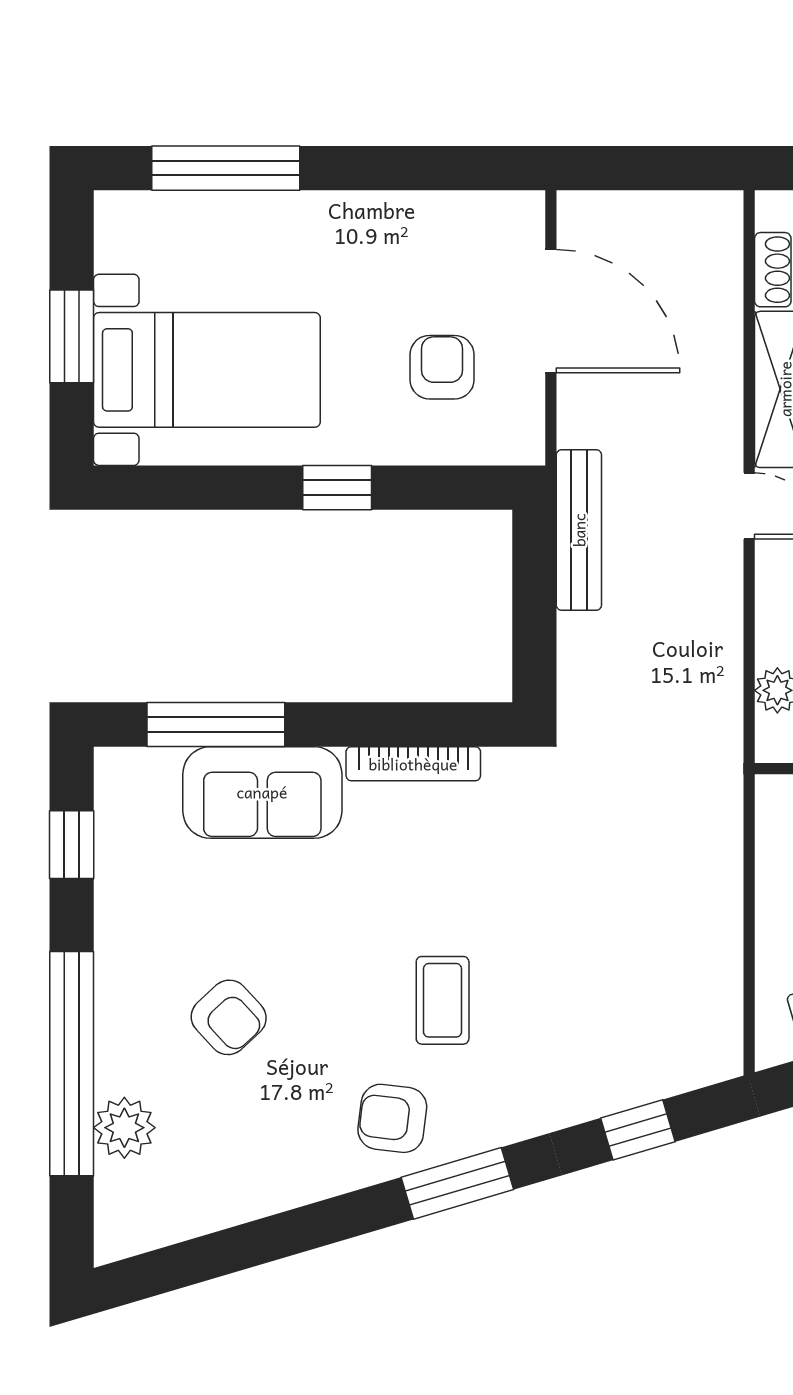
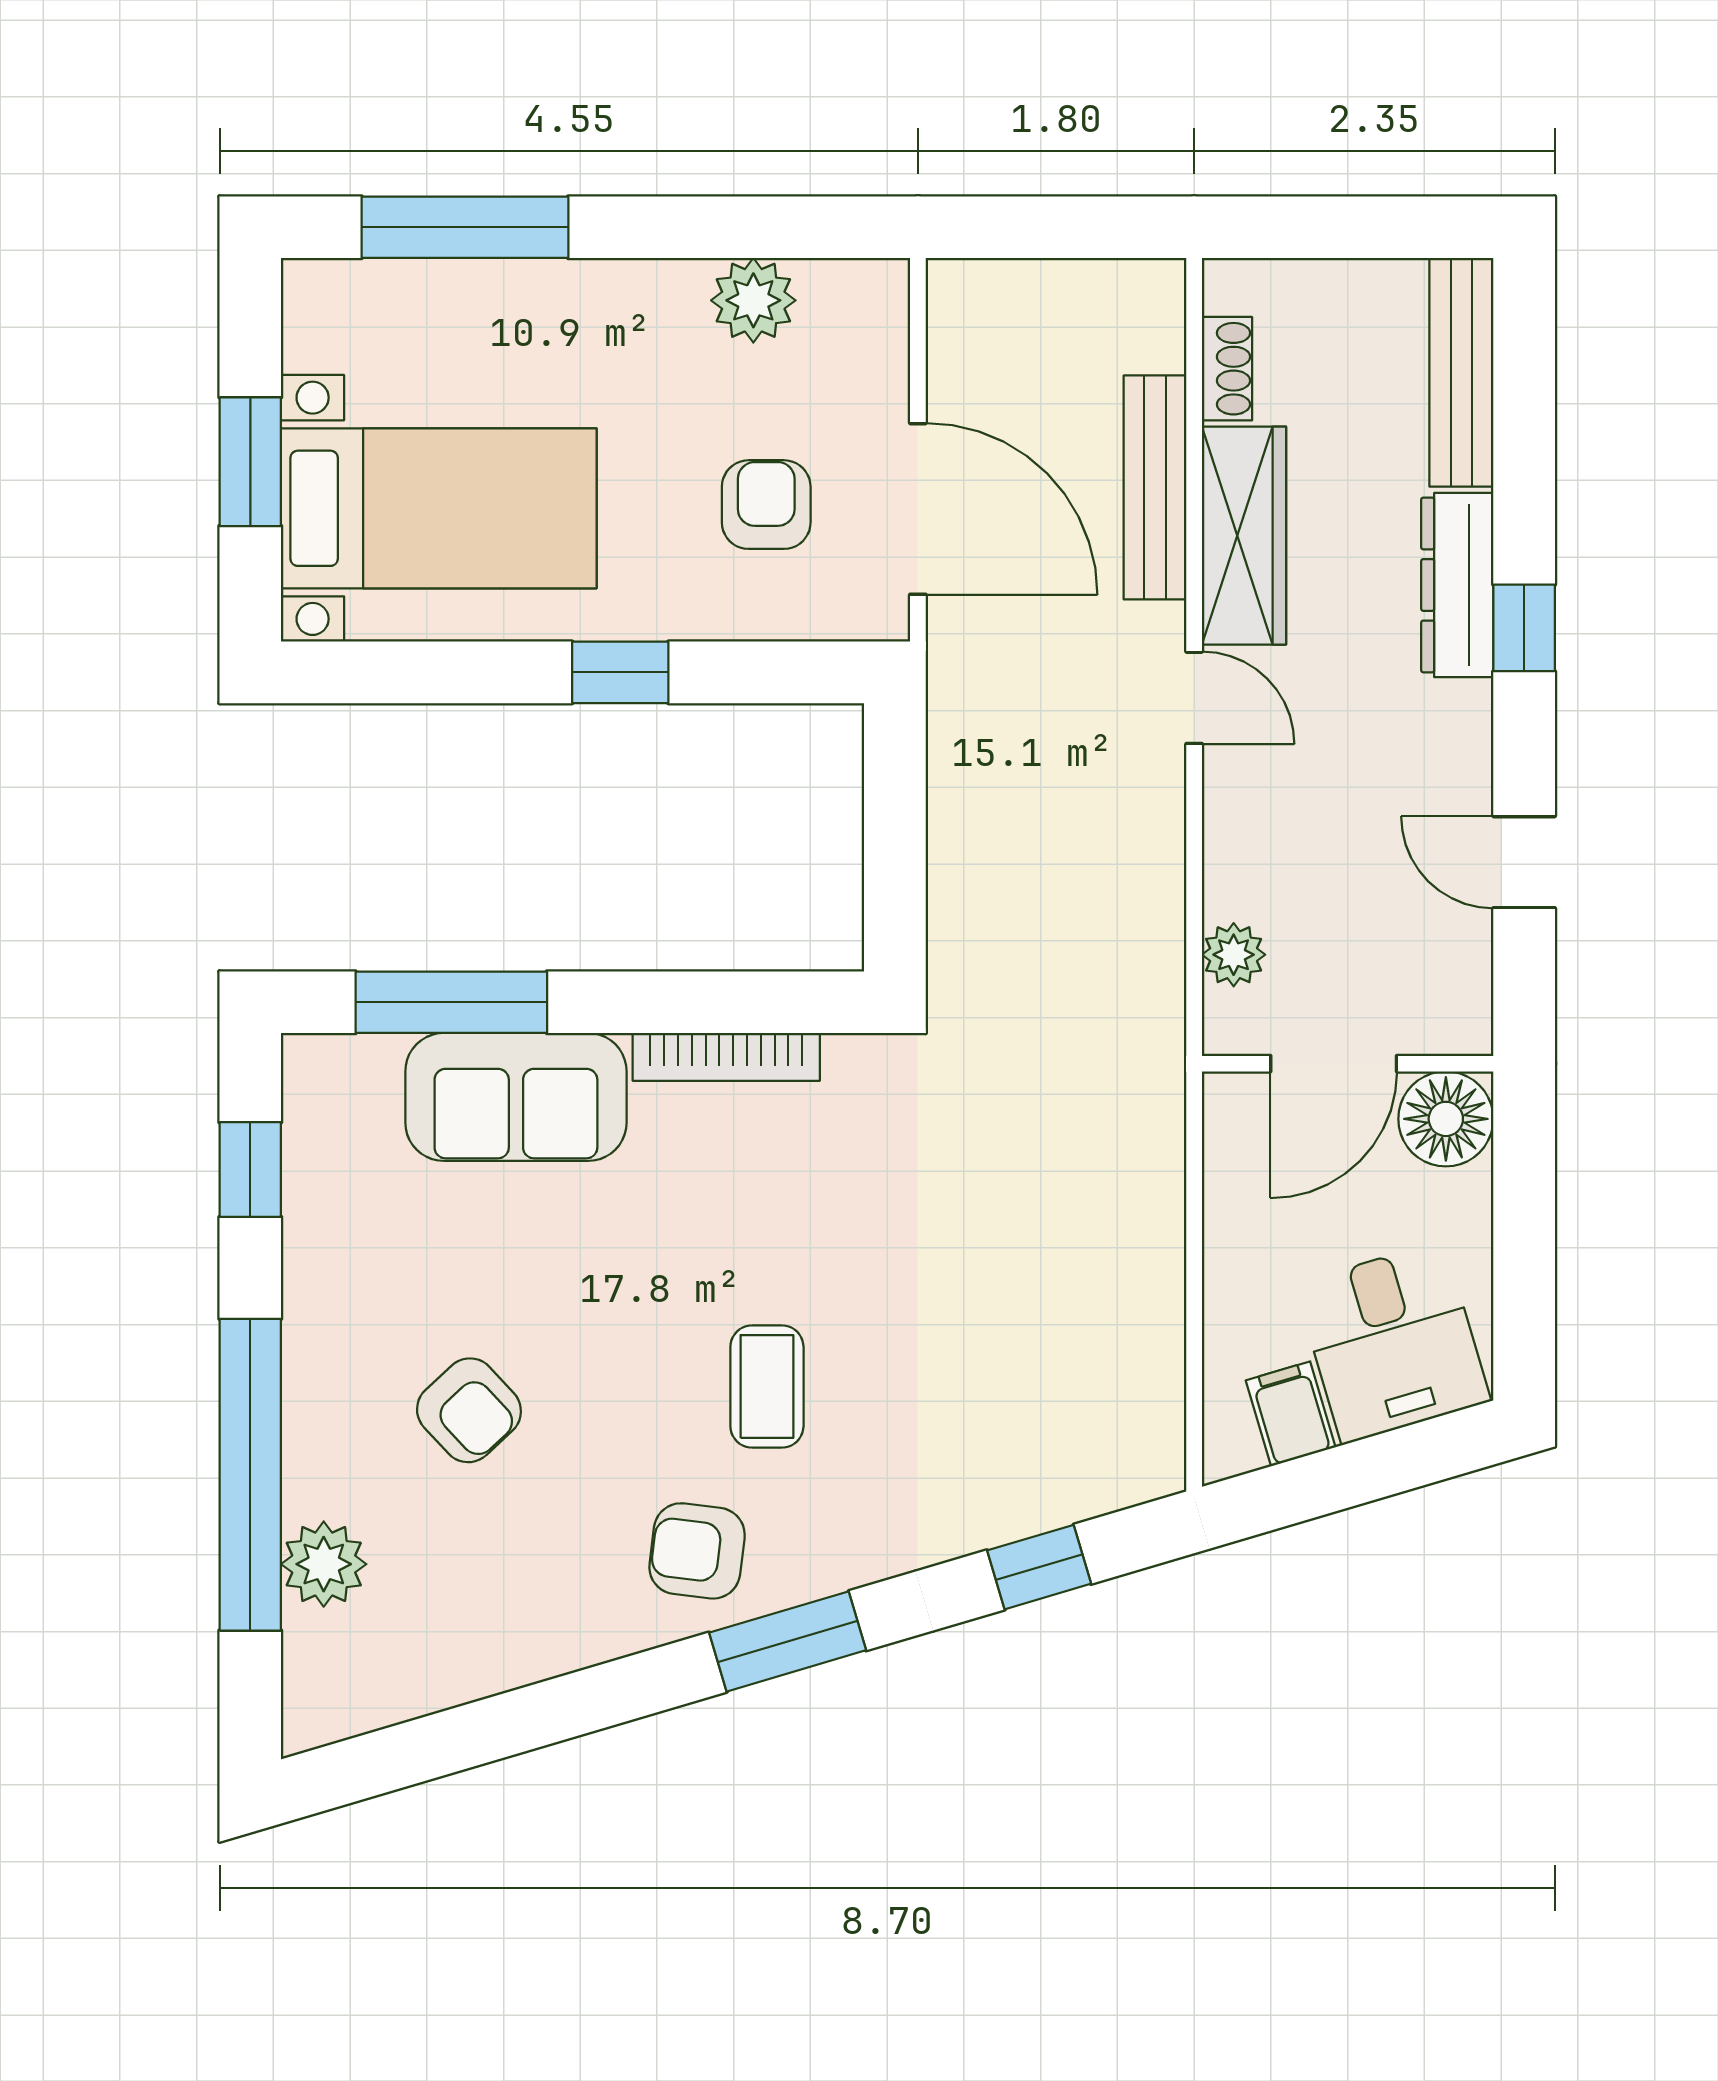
plant: (433, 221) -> (753, 300), added
door: (551, 311) -> (918, 509), moved
bench: (579, 530) -> (1155, 487), moved

